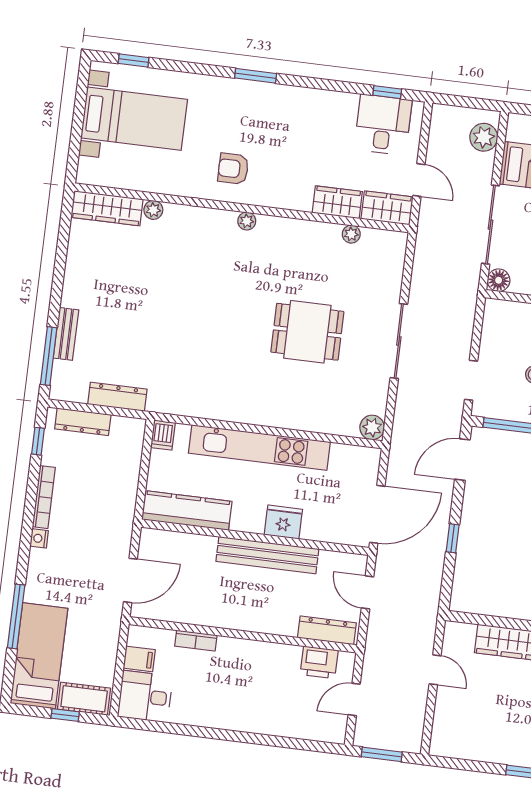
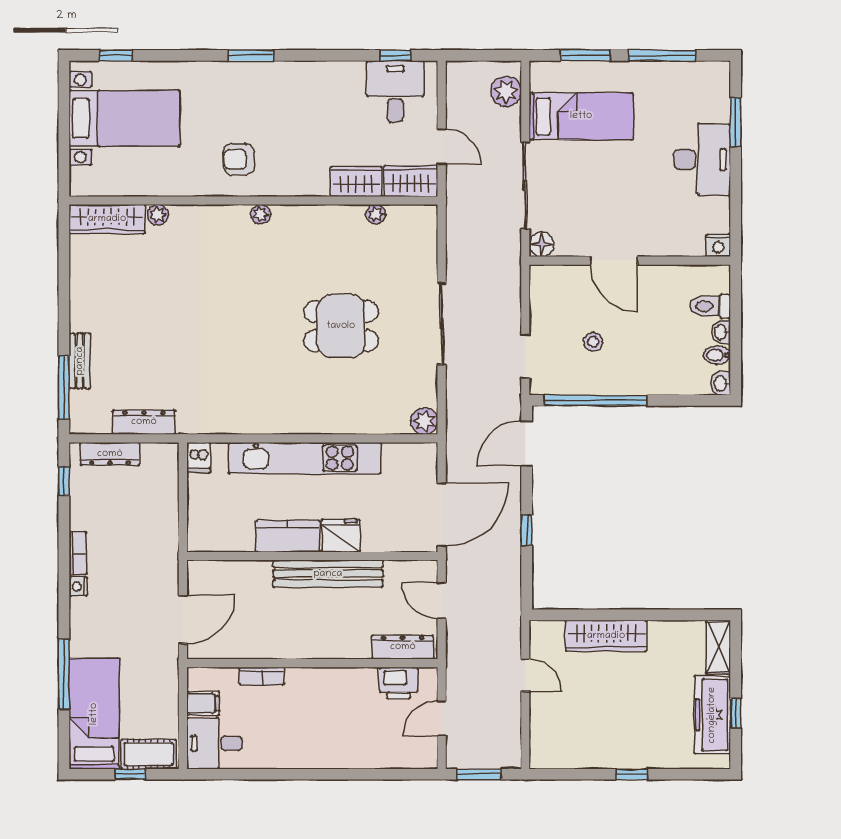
bookcase: (44, 497) -> (78, 553), width x0.64
kitchen counter: (187, 511) -> (288, 536), moved, width x0.67

